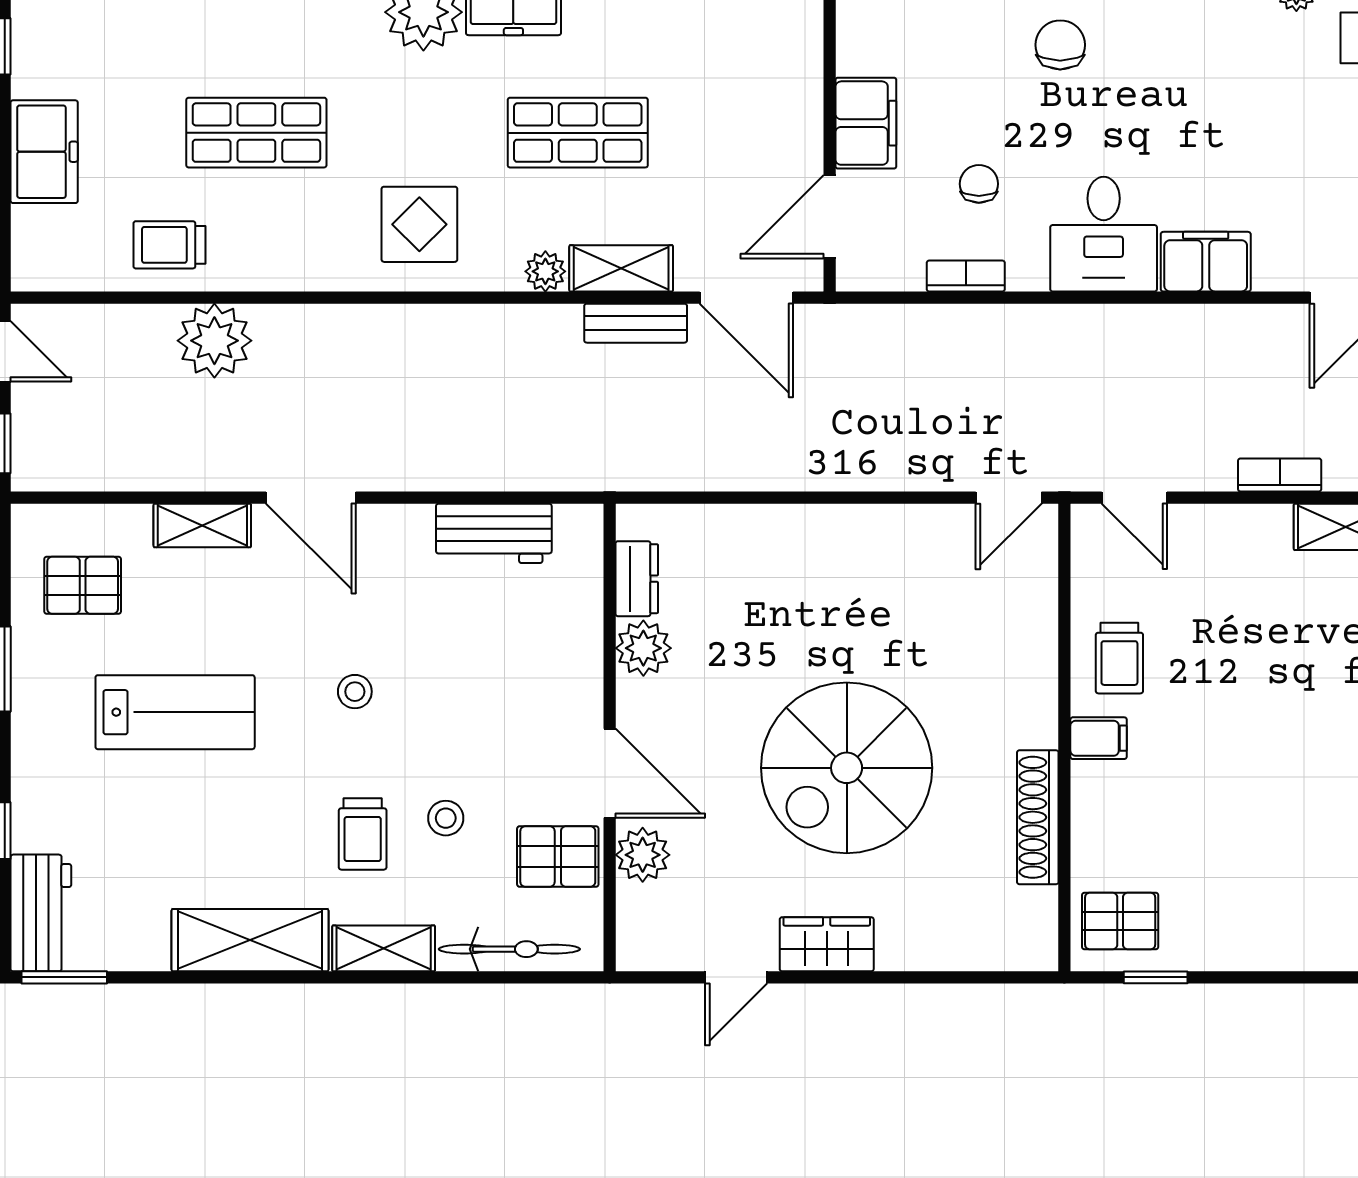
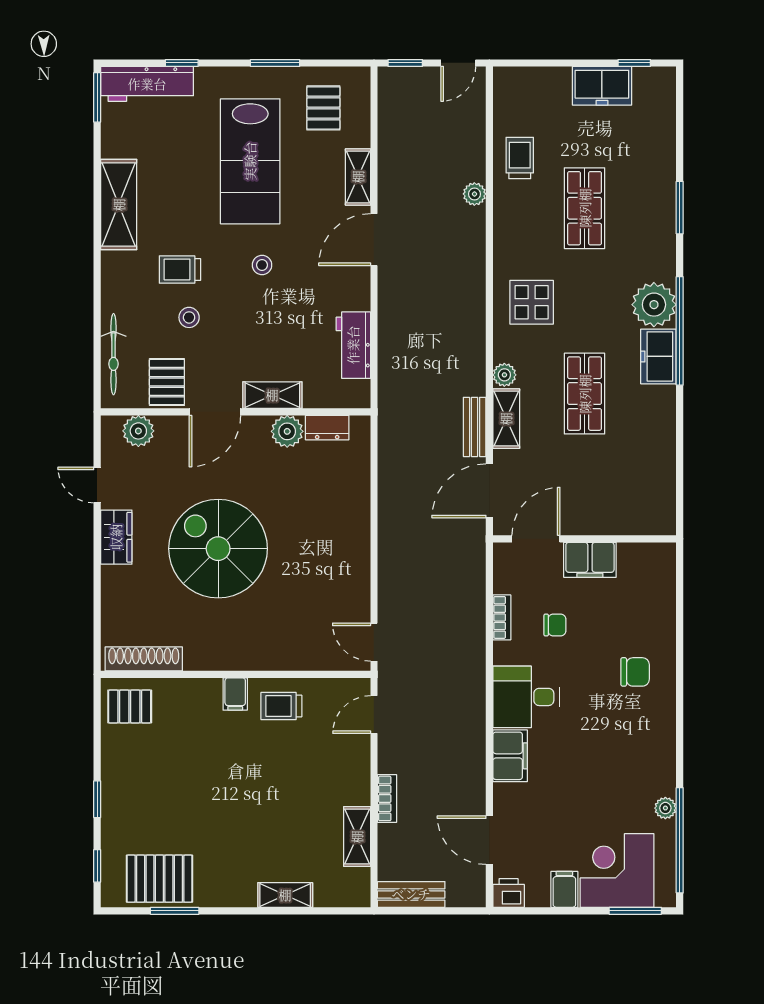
freezer: (44, 152) -> (602, 86), moved
door: (830, 217) -> (536, 539), hinge flipped
plant: (214, 341) -> (474, 194), width x0.53, depth x0.53
lab bench: (175, 712) -> (250, 161), width x1.36, depth x1.39
shoe rack: (1038, 817) -> (144, 659), moved
plant: (643, 855) -> (138, 431), moved
workbench: (41, 913) -> (147, 84), width x1.38
pallet: (1120, 921) -> (130, 706), turned 90
shelving: (384, 948) -> (272, 395), moved, turned 90
window: (1156, 977) -> (97, 799), moved

